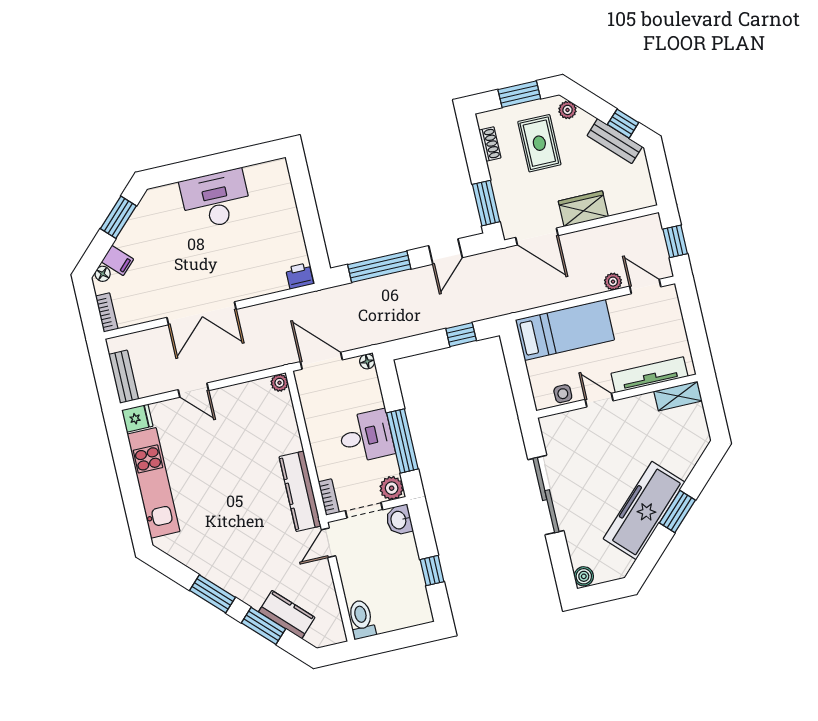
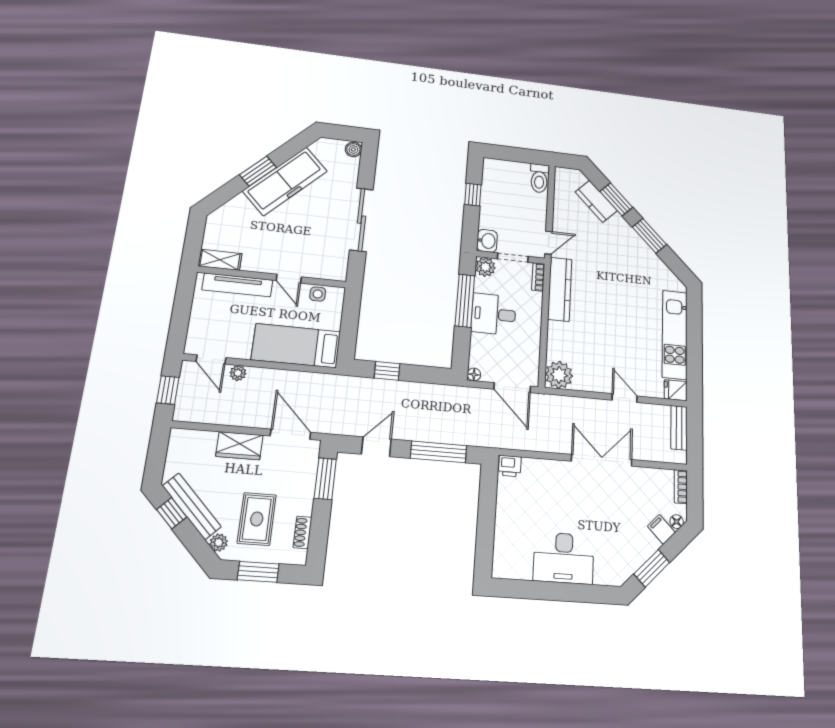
bench: (615, 141) -> (192, 506), width x1.36
plant: (279, 383) -> (559, 375), width x1.88, depth x1.88

